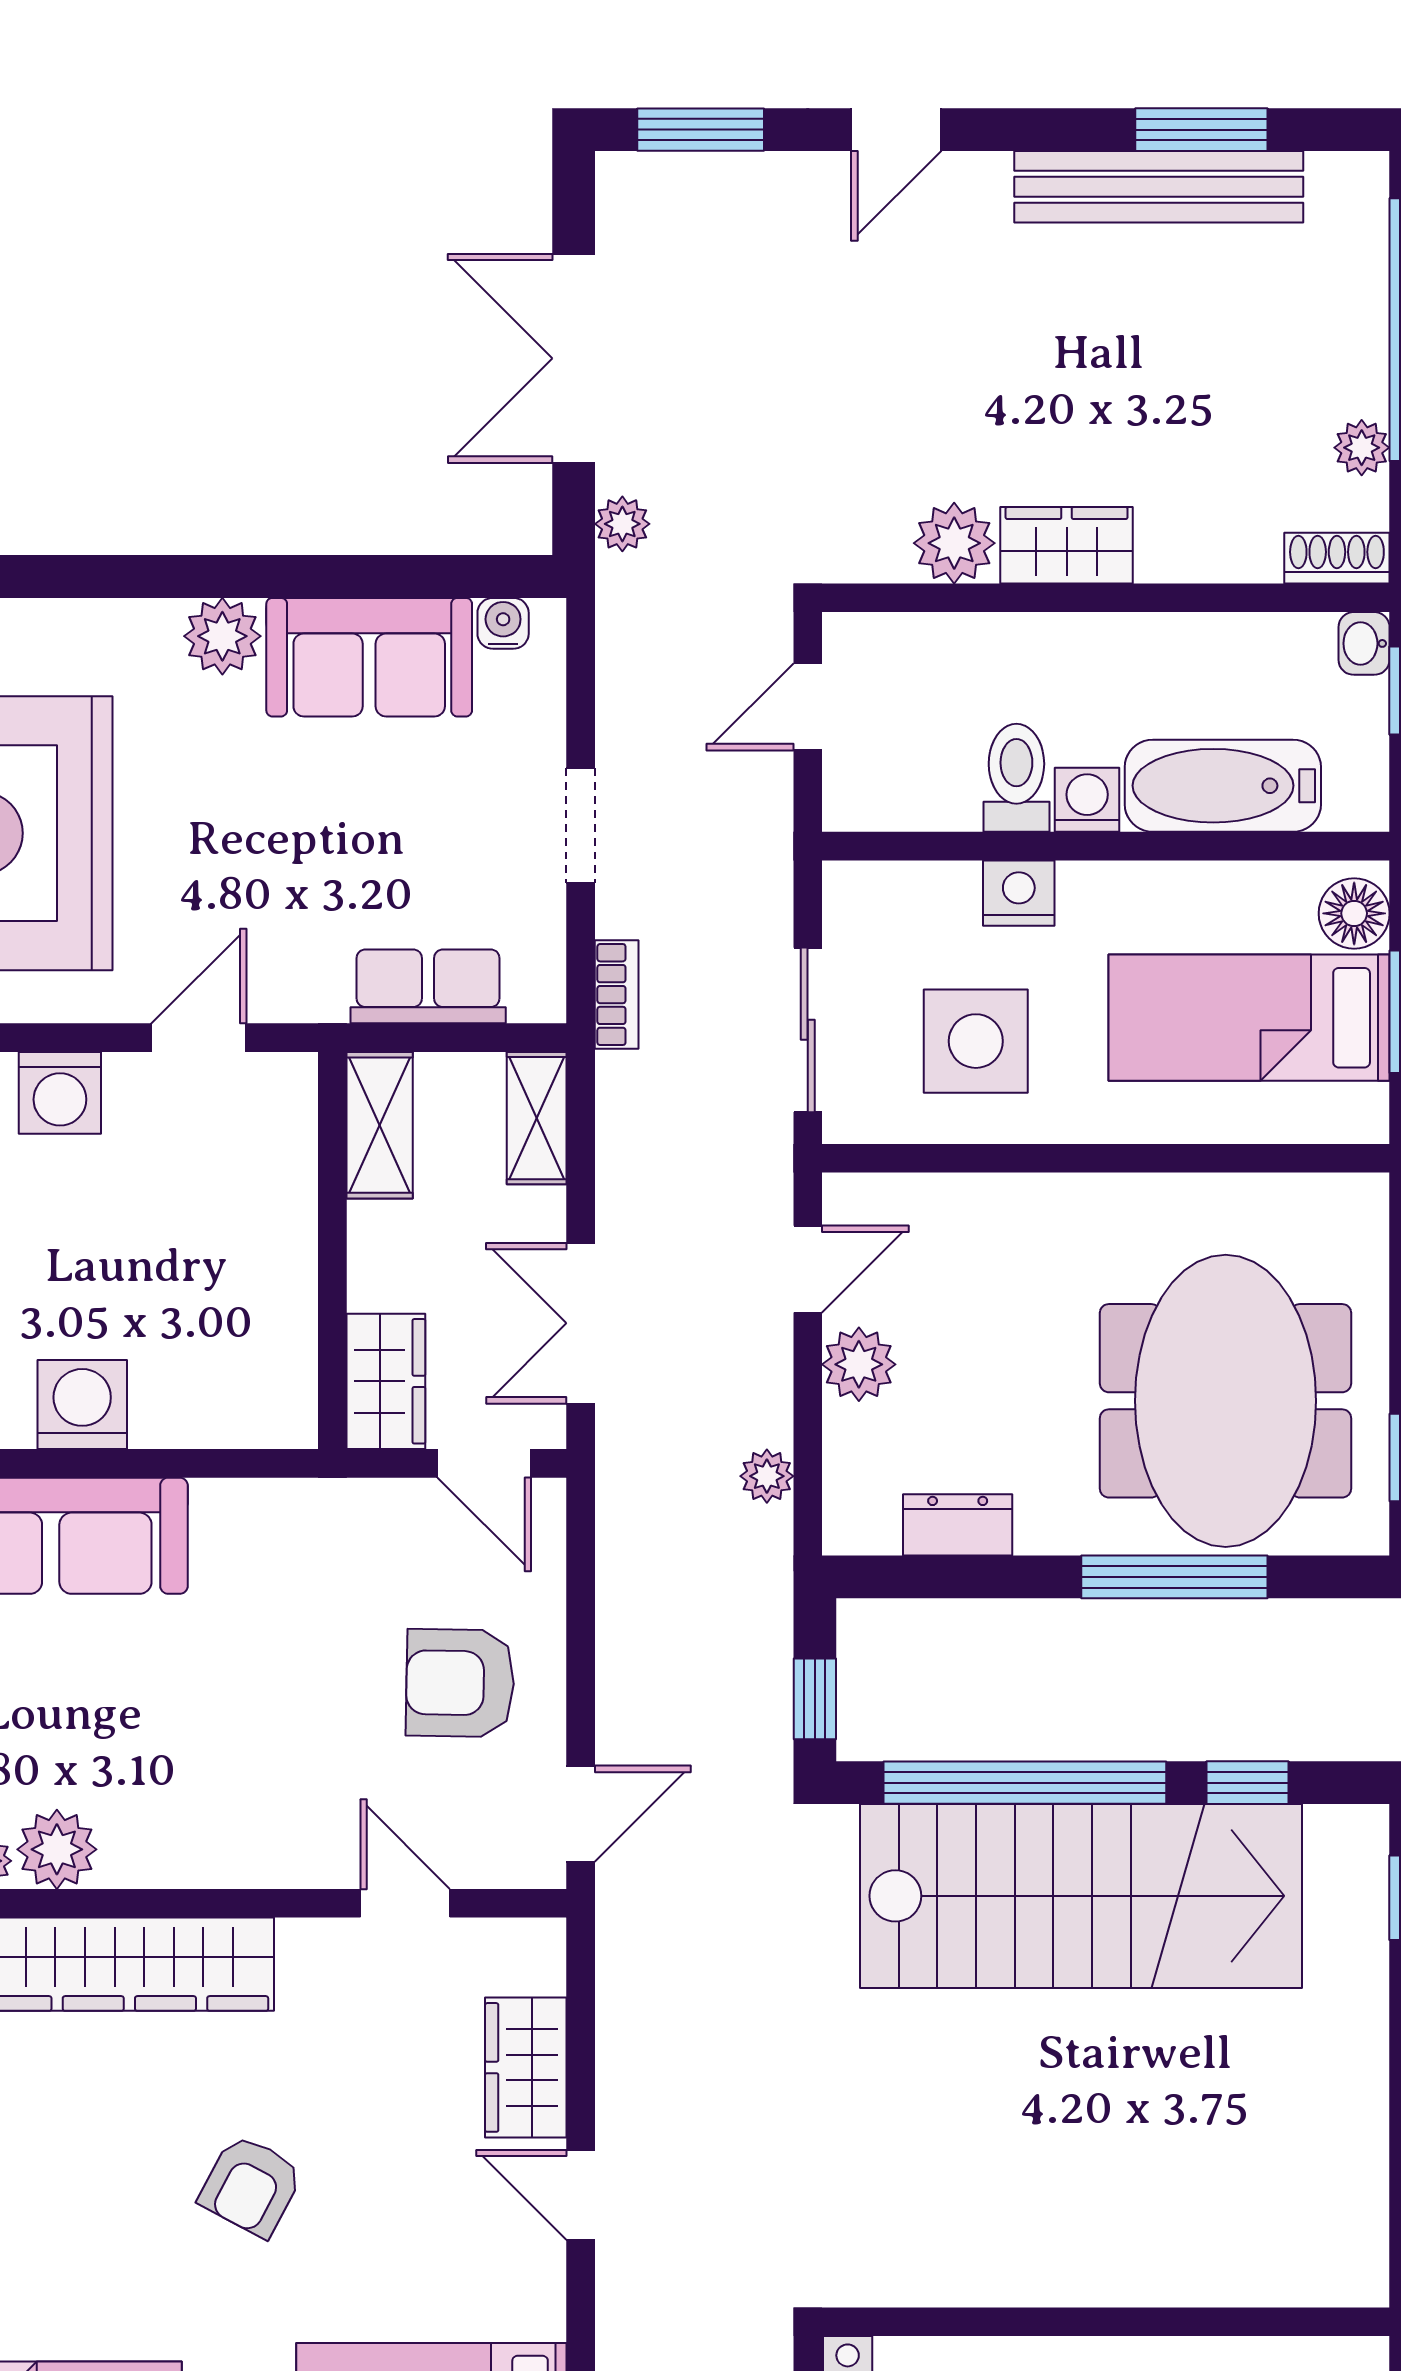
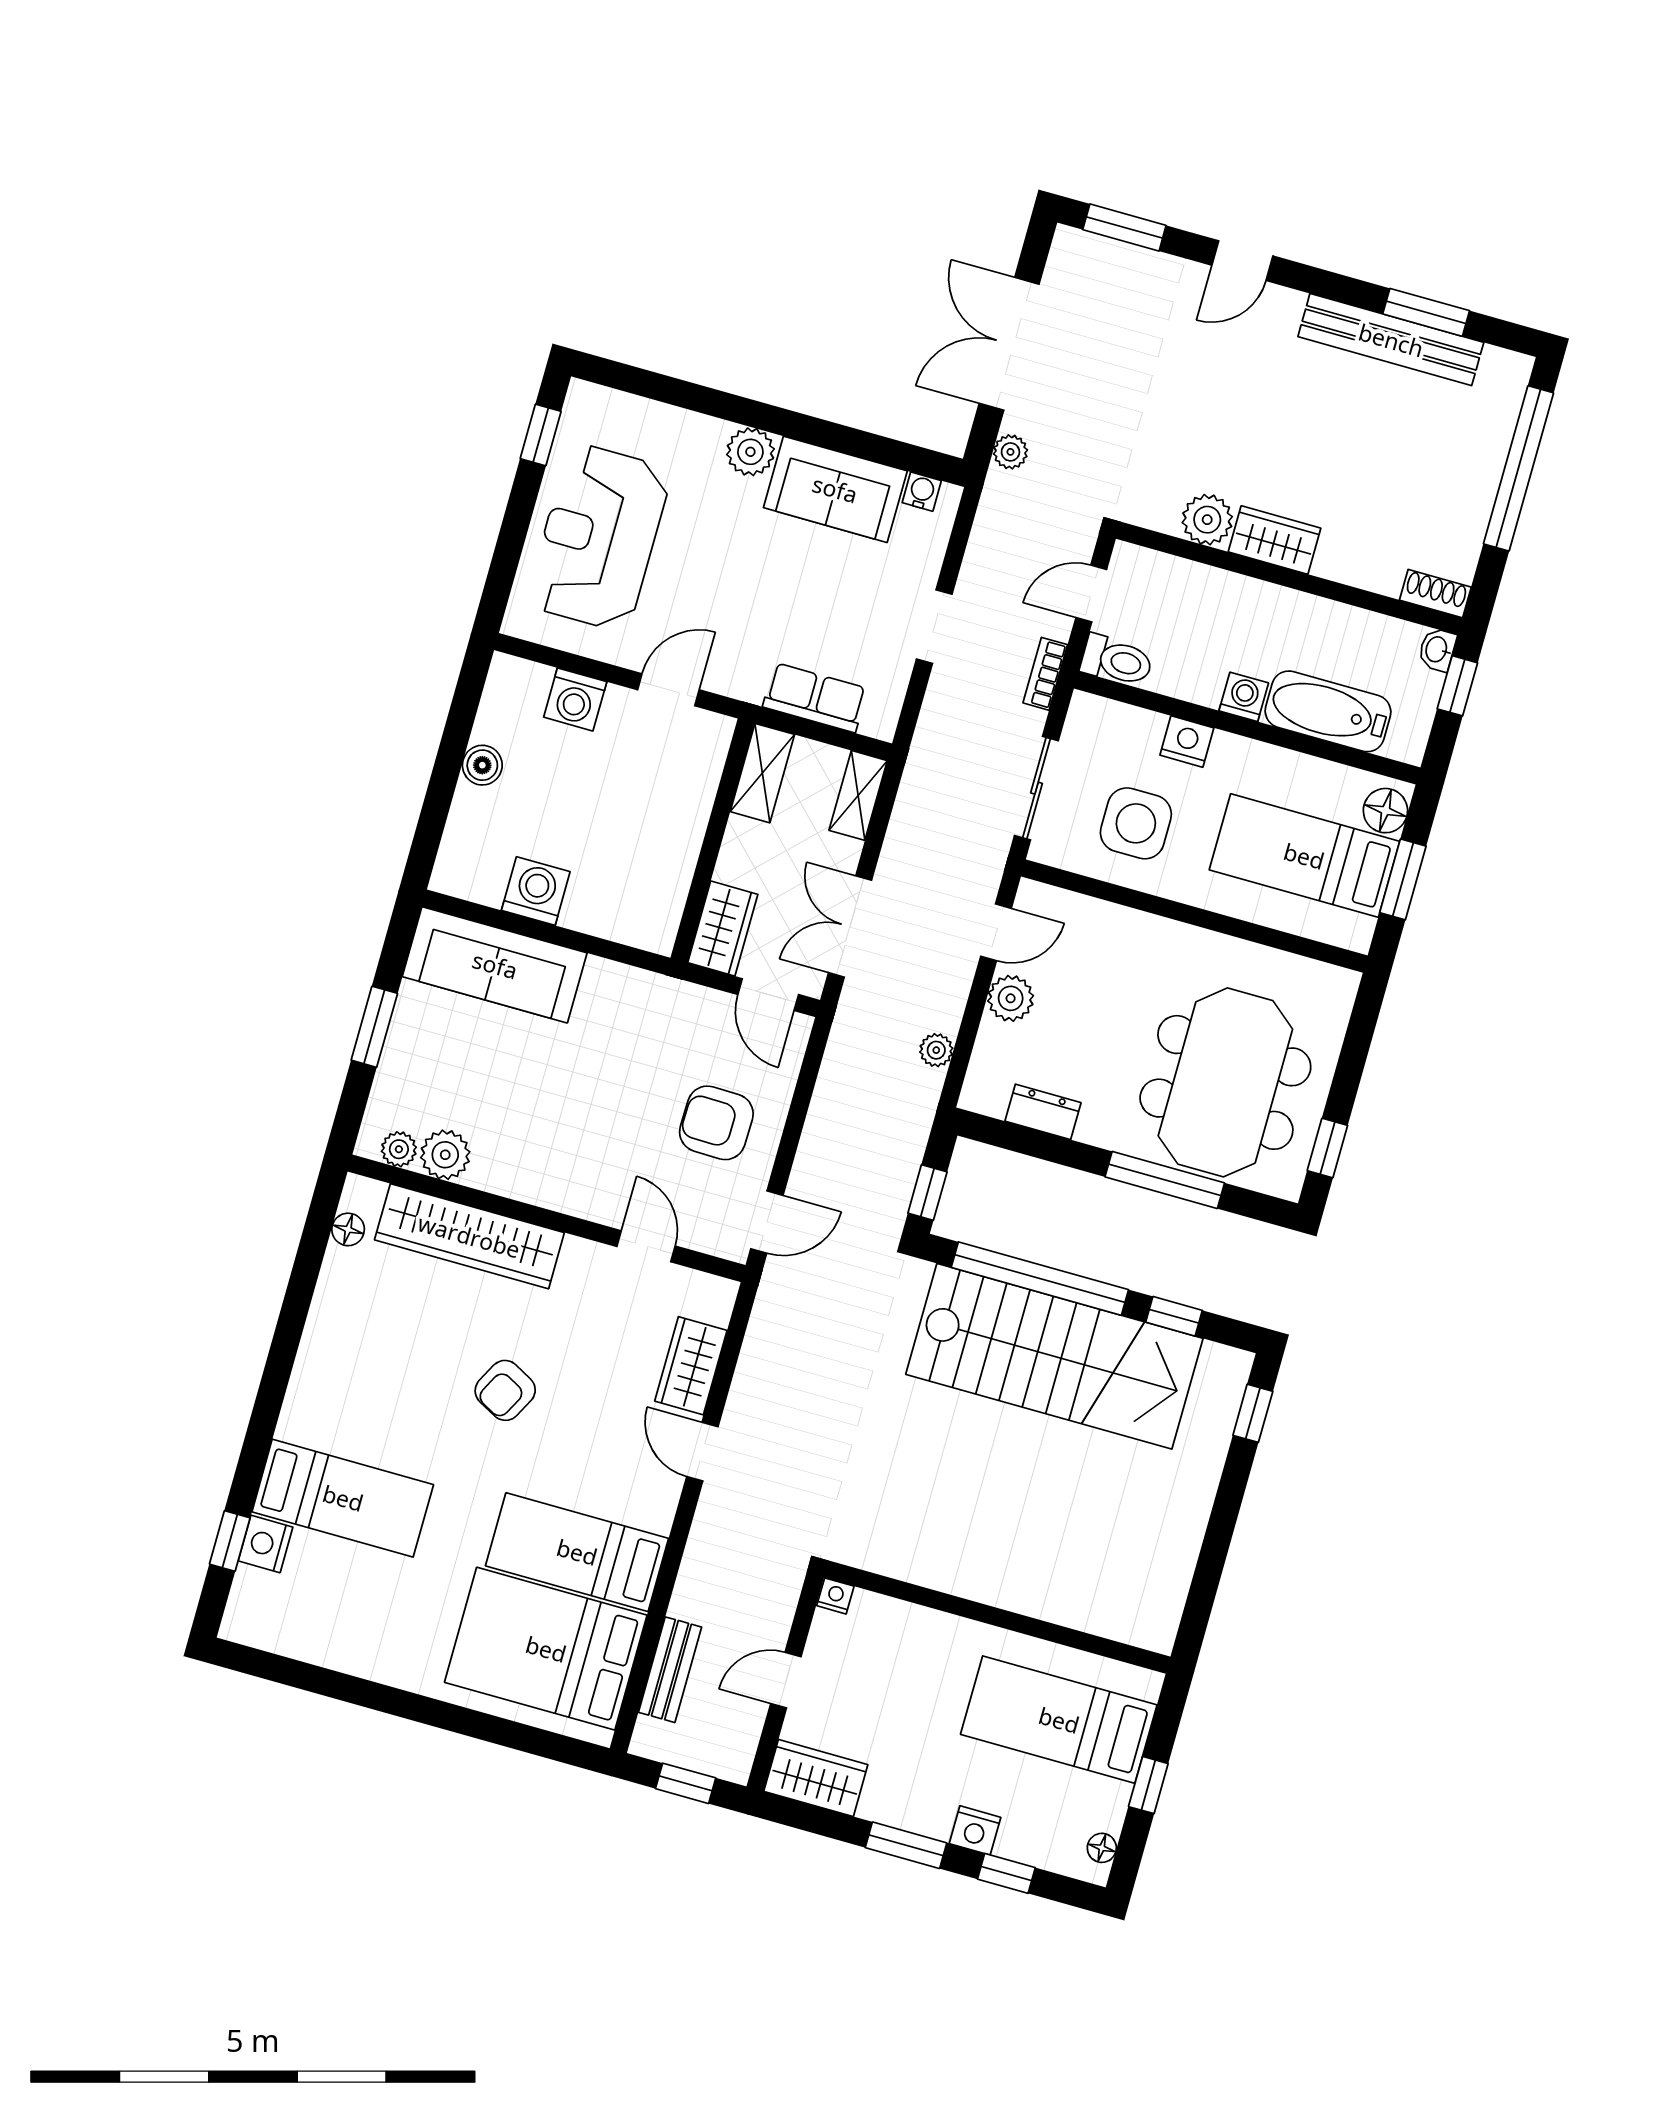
plant: (1362, 448) -> (1469, 531), removed
toilet: (1016, 778) -> (1117, 661), moved, turned 90
bookcase: (617, 995) -> (1045, 674), moved, turned 180

